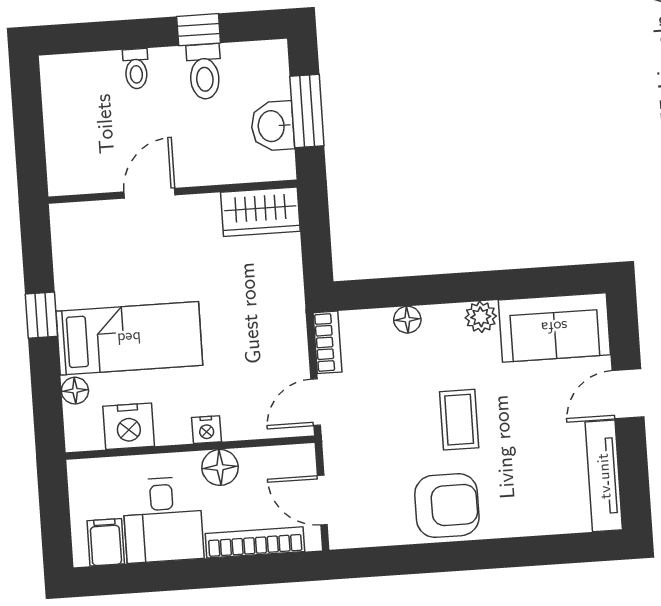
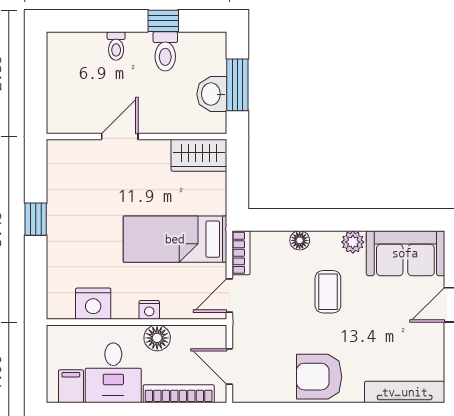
bed: (129, 338) -> (175, 239), moved, turned 180
floor lamp: (75, 391) -> (56, 275), removed
coffee table: (459, 420) -> (328, 292), moved
tv unit: (604, 476) -> (405, 392), moved, turned 90
armchair: (447, 506) -> (319, 377), turned 180

